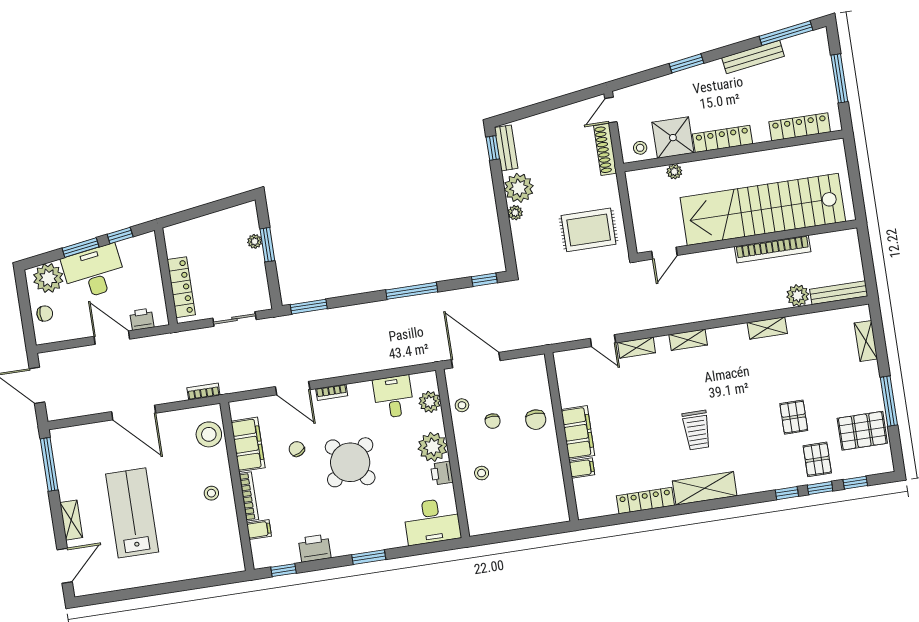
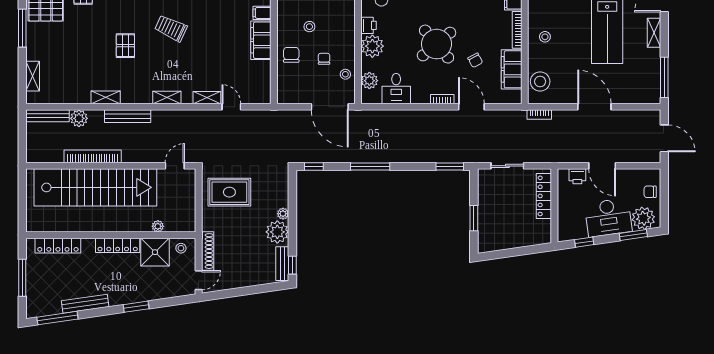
plant: (255, 241) -> (483, 222), removed
window: (80, 248) -> (633, 235), moved
bench: (735, 308) -> (128, 116), added
pallet: (794, 417) -> (125, 46), moved
trolley: (697, 430) -> (171, 28), turned -65
stool: (482, 473) -> (309, 27), moved

